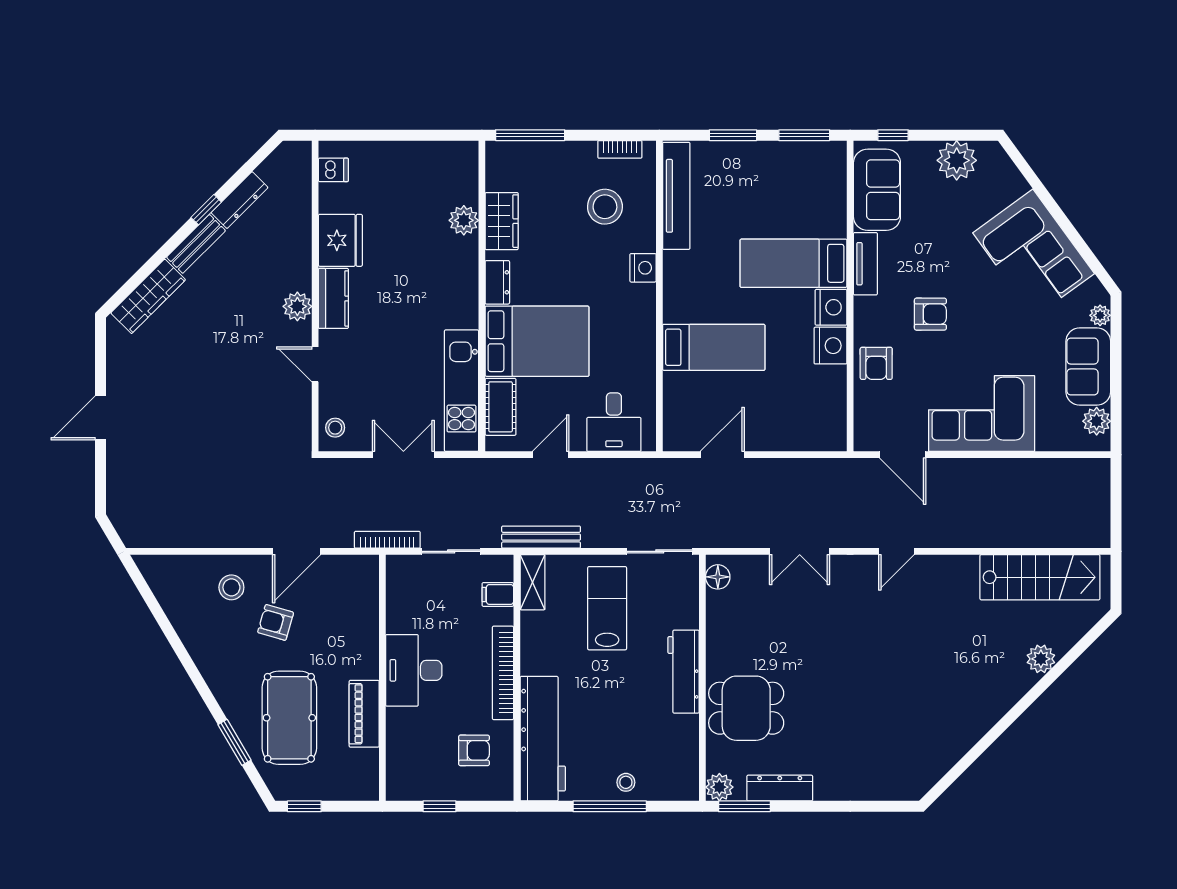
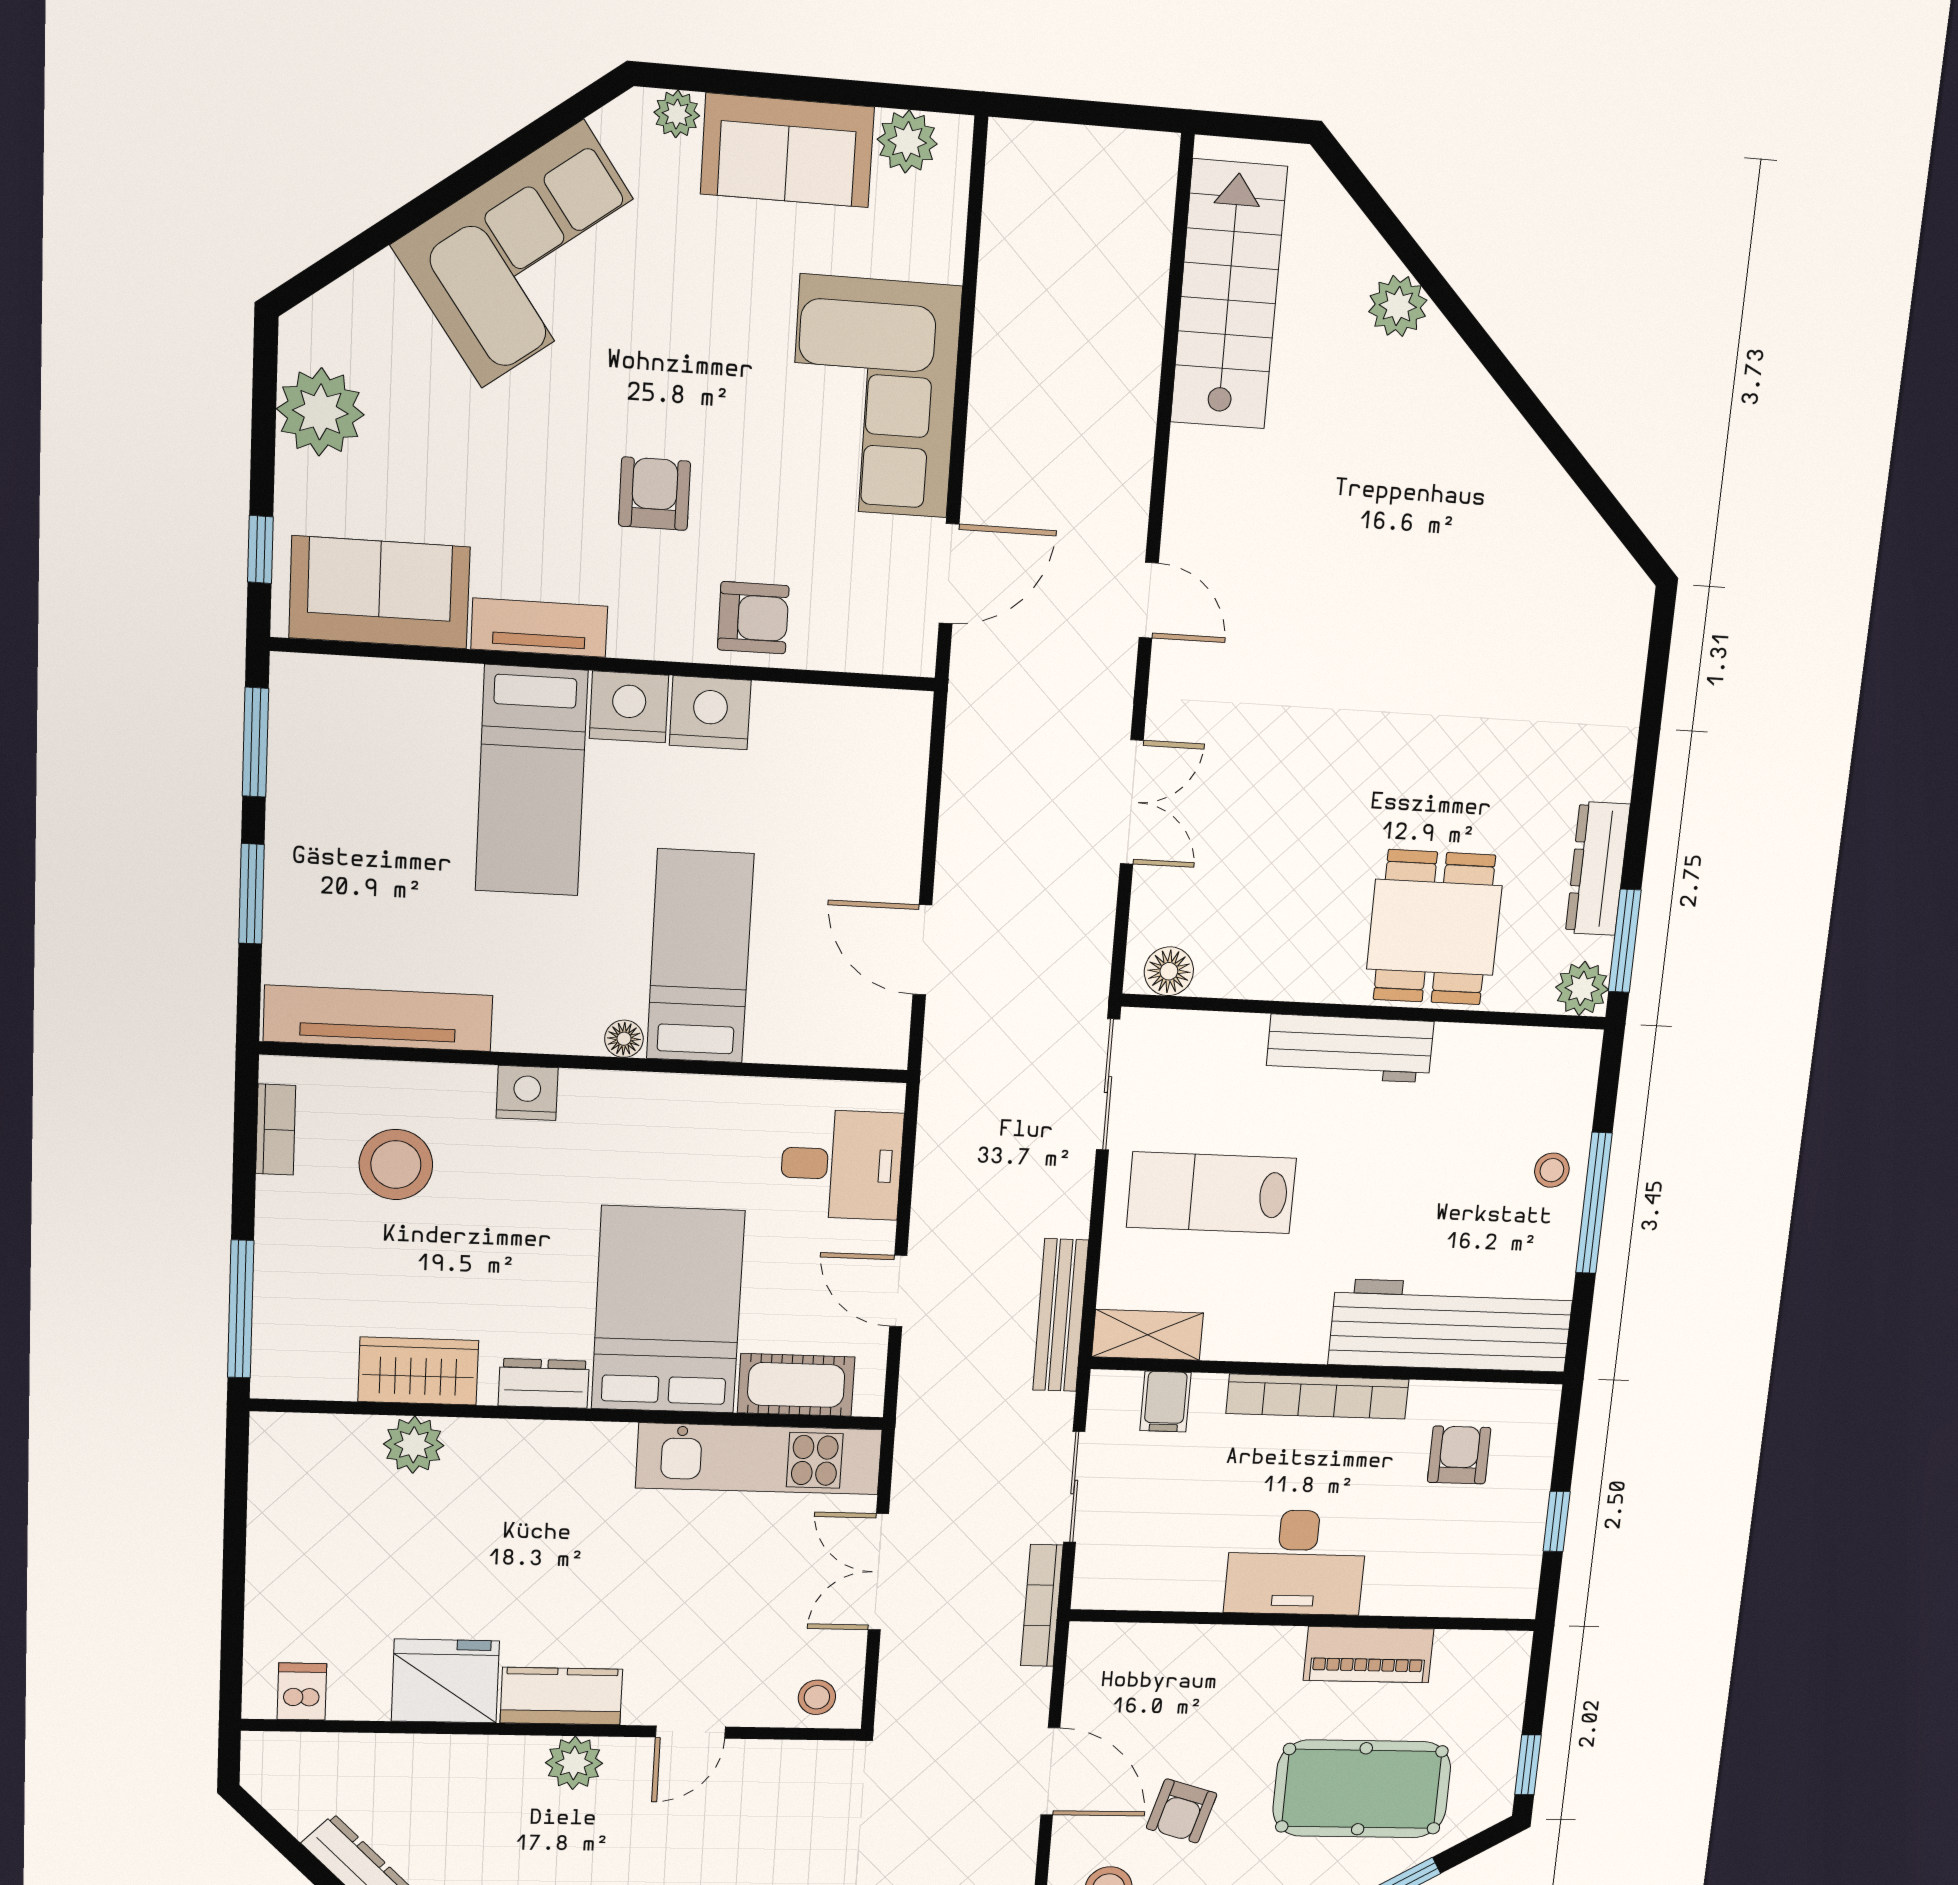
floor lamp: (672, 313) -> (624, 1039), added

